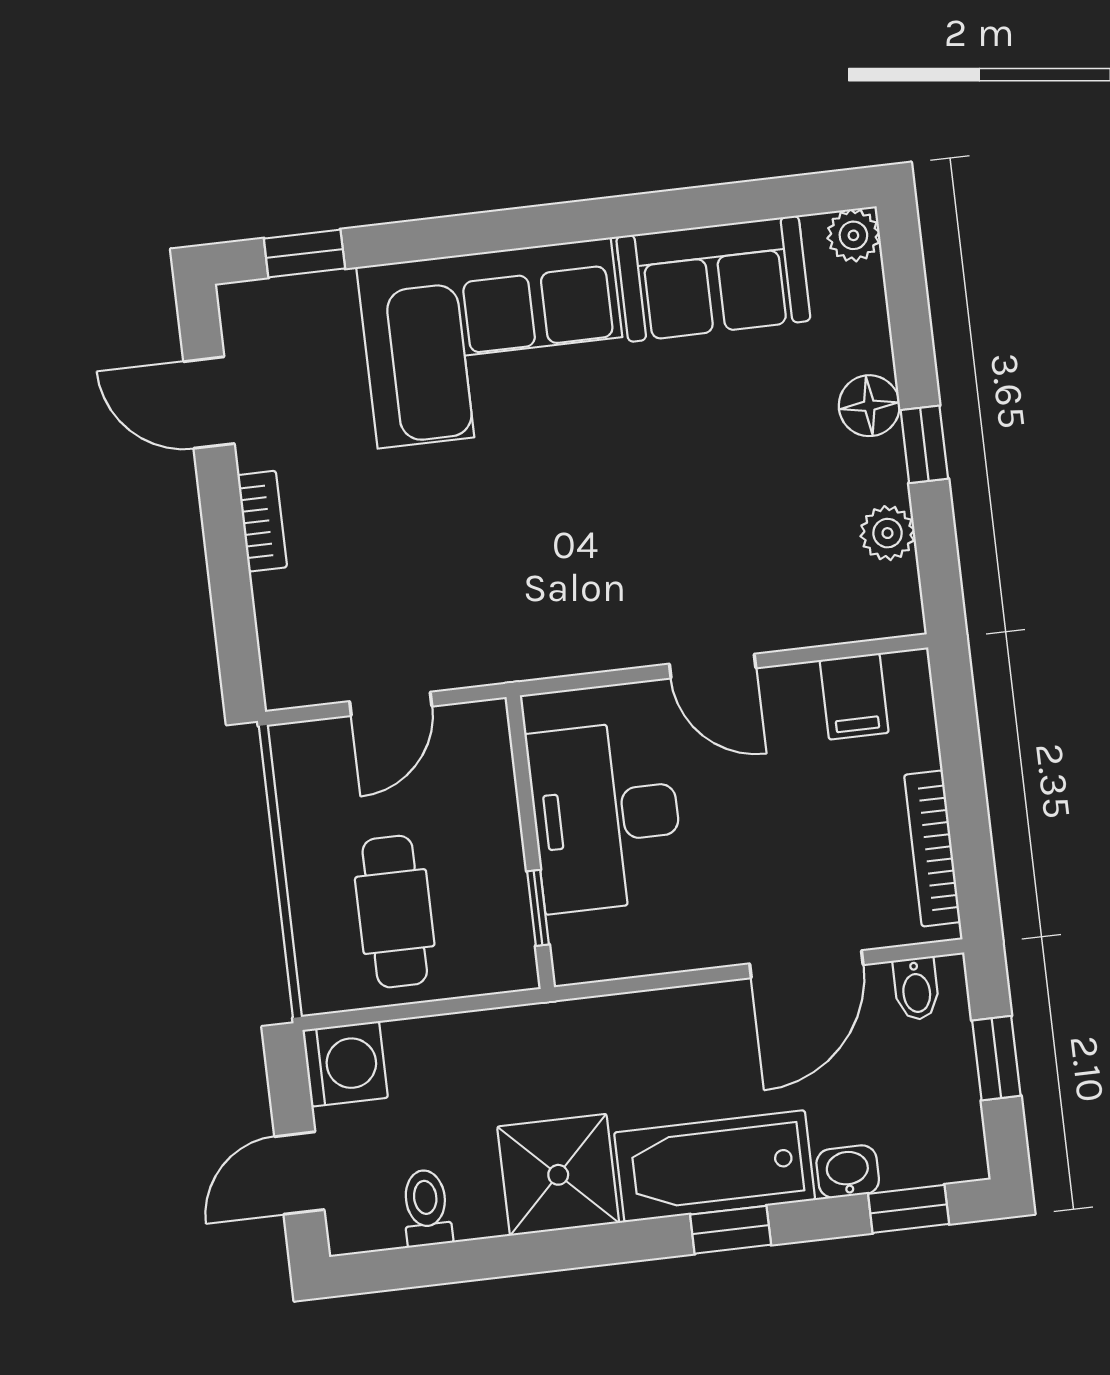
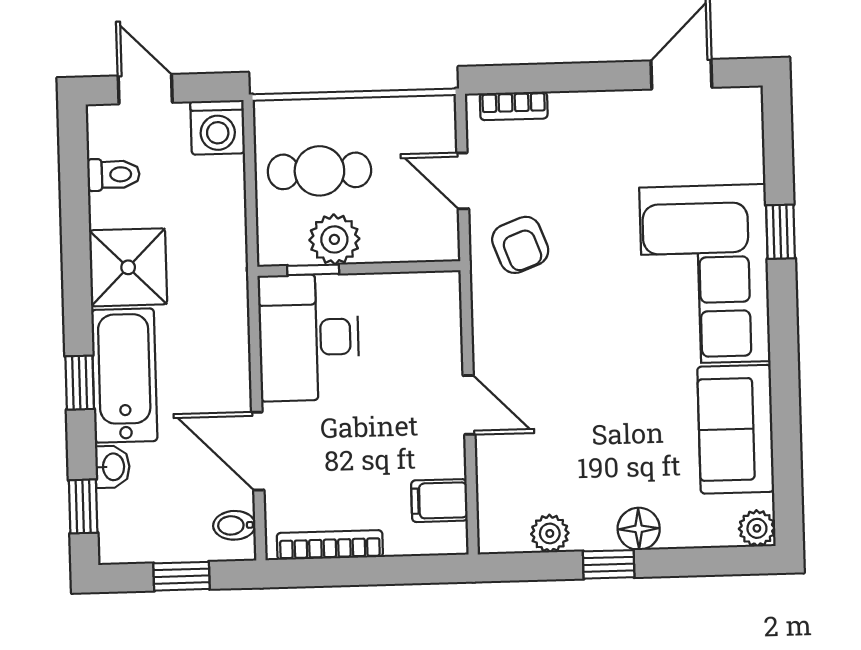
window: (304, 254) -> (780, 232), moved
bookcase: (262, 521) -> (514, 106), moved
armchair: (476, 613) -> (520, 245), added
door: (713, 666) -> (469, 405), swing flipped
desk: (606, 816) -> (309, 337), moved, turned -90
plant: (492, 881) -> (334, 239), added

